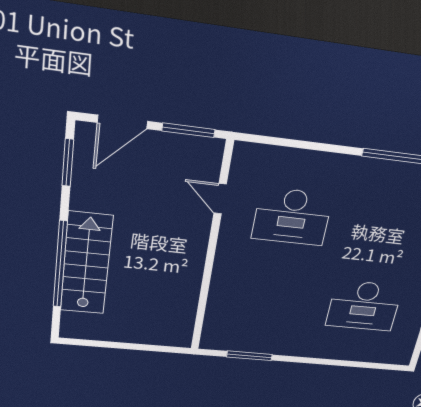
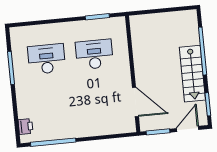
door: (220, 199) -> (135, 102), width x1.88
desk: (292, 217) -> (94, 54), moved
stairs: (86, 264) -> (192, 74), moved

